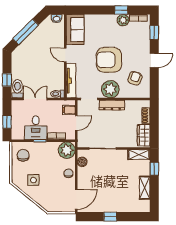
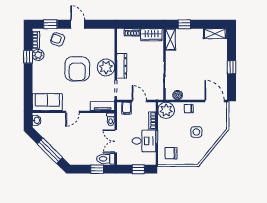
armchair: (135, 78) -> (58, 39), moved
tv unit: (71, 81) -> (103, 106), width x0.71
side table: (33, 180) -> (196, 132), moved
shelving: (145, 188) -> (215, 34), moved

